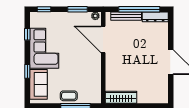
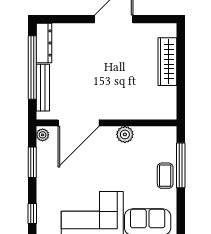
plant: (96, 70) -> (125, 134), added
wardrobe: (121, 97) -> (167, 62), moved

